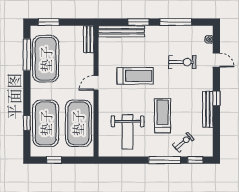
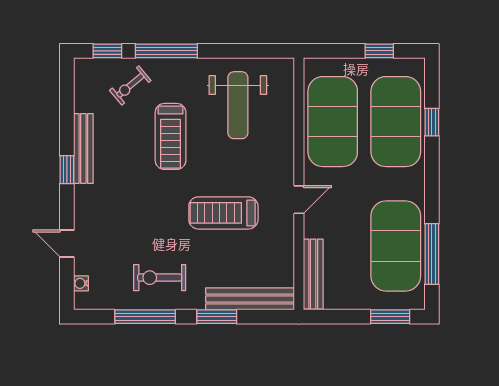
bench: (89, 39) -> (313, 274), width x1.36
exercise bike: (182, 62) -> (160, 278), moved
weight bench: (128, 132) -> (238, 105), turned 180

